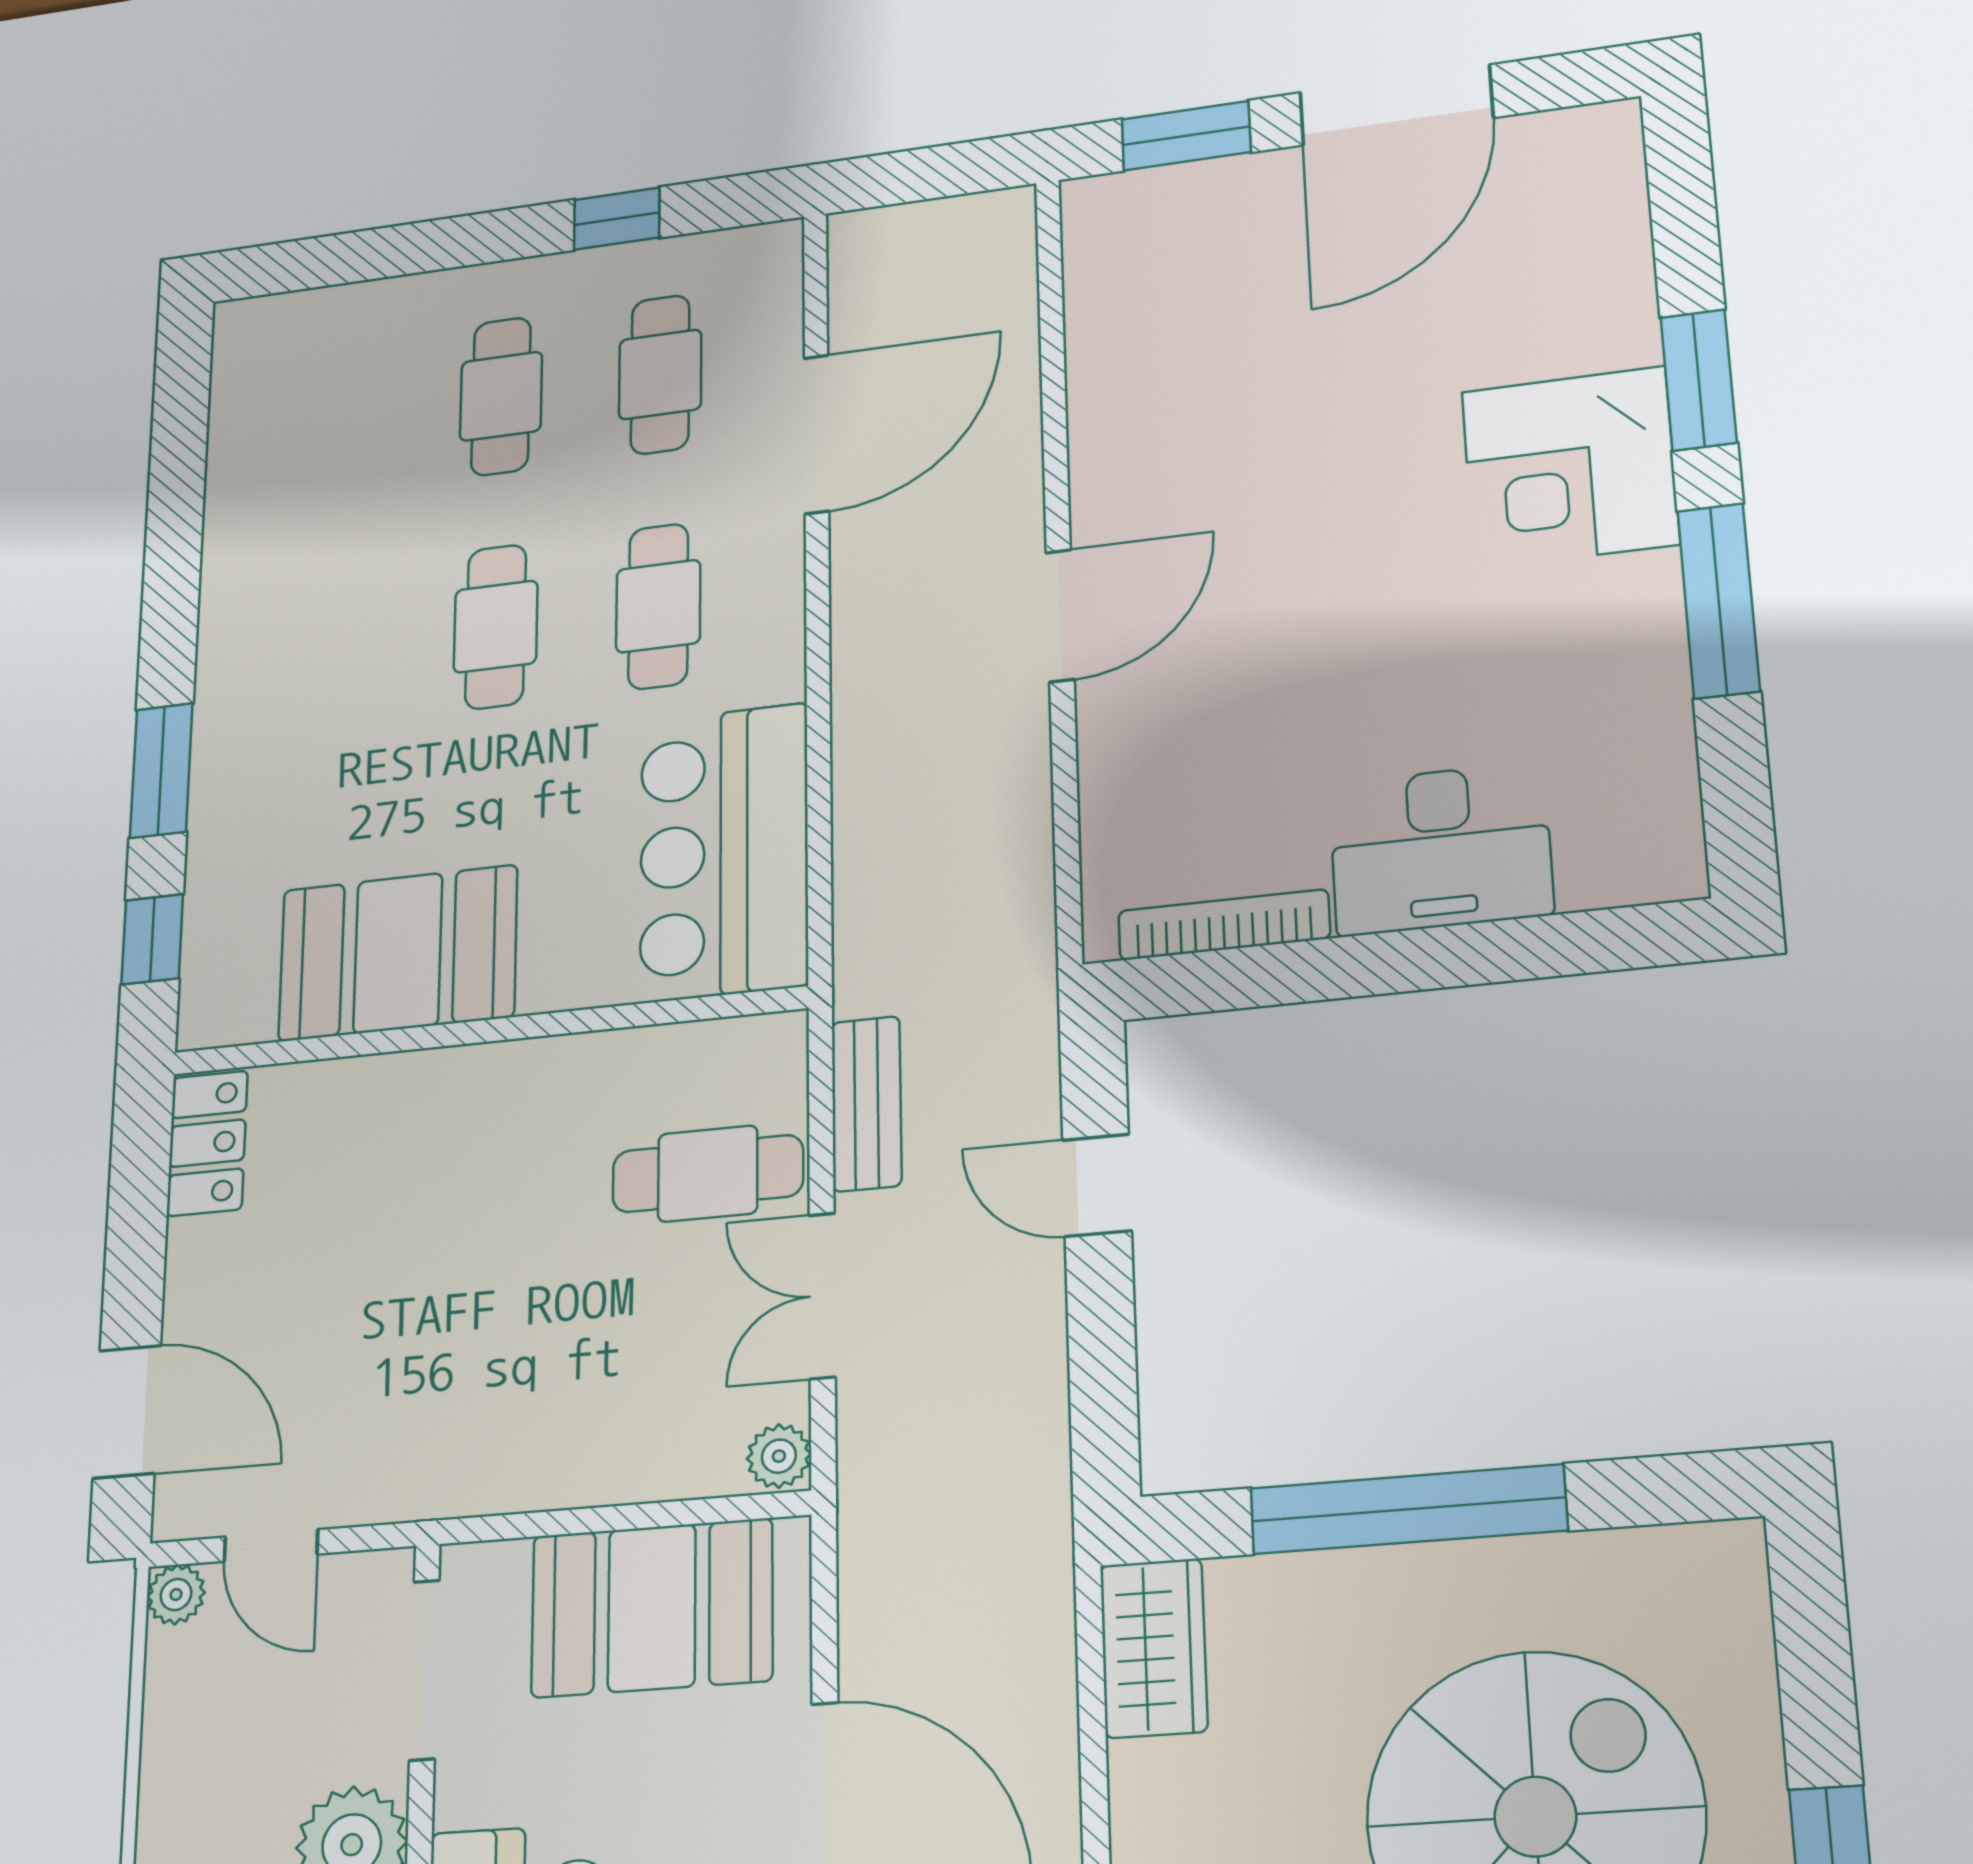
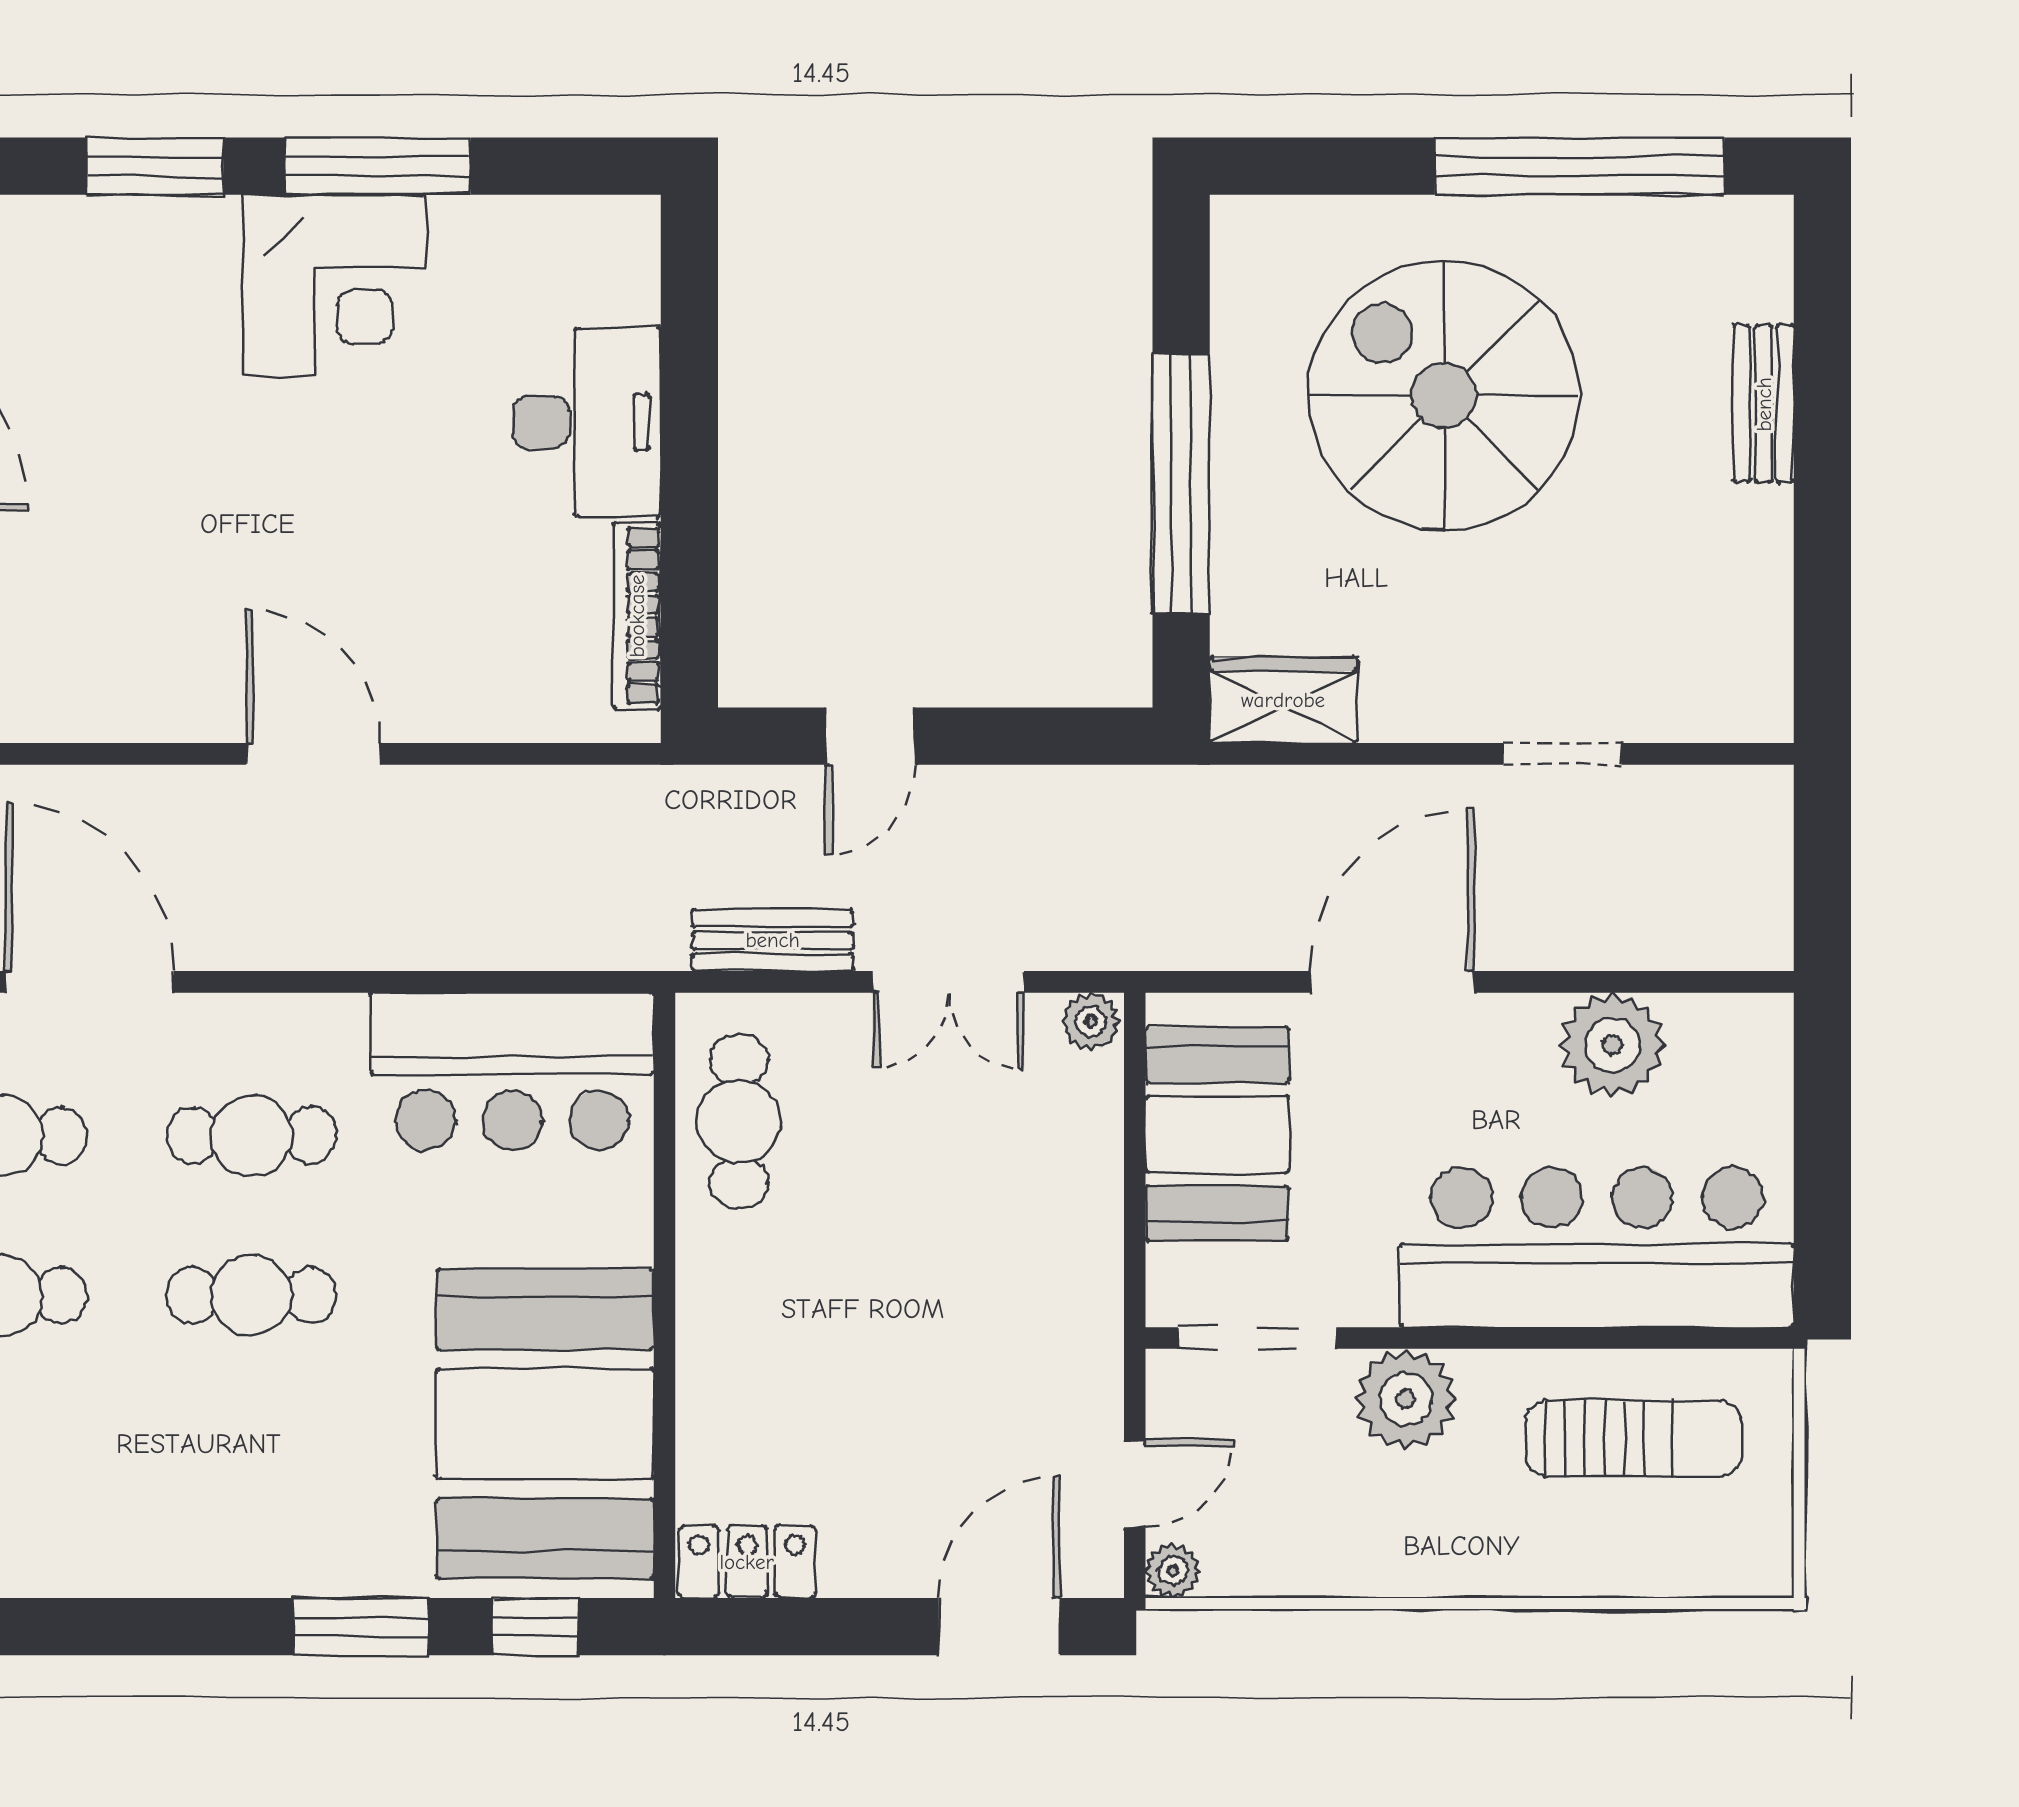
corner desk: (1570, 468) -> (334, 286), moved
booth: (398, 953) -> (545, 1424), width x1.36, depth x1.42
cafe table: (708, 1174) -> (739, 1121), moved

